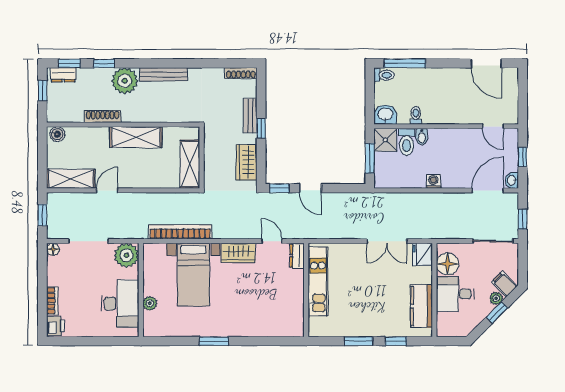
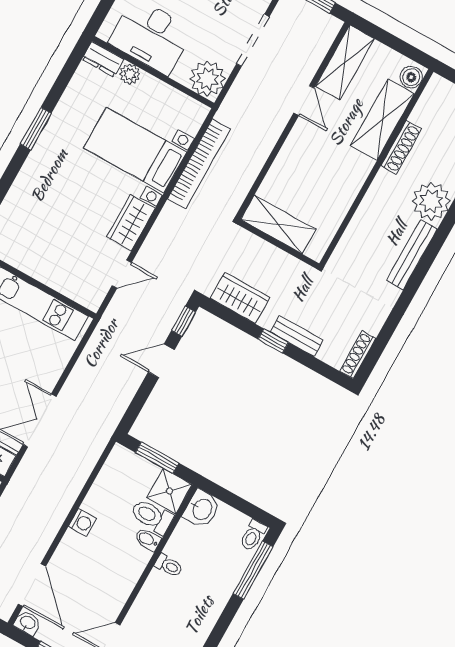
toilet: (416, 115) -> (169, 566), moved
shelving: (136, 137) -> (382, 120), moved
dresser: (297, 256) -> (103, 59), moved, turned 180

